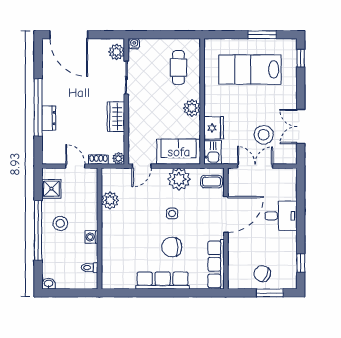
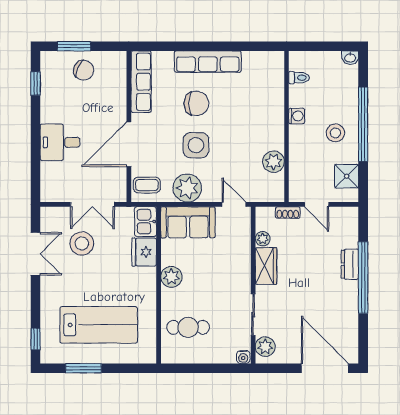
cafe table: (178, 68) -> (188, 327), turned 90
plant: (119, 158) -> (263, 239), moved
door: (142, 166) -> (234, 204), hinge flipped
side table: (172, 214) -> (196, 145), width x1.87, depth x1.87

